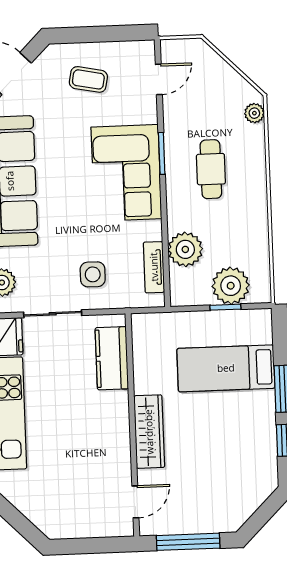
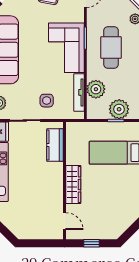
cafe table: (211, 169) -> (111, 47), width x1.37, depth x1.35
tv unit: (154, 267) -> (79, 92), width x1.41
door: (135, 502) -> (65, 221), hinge flipped
window: (188, 542) -> (91, 243), width x0.46

